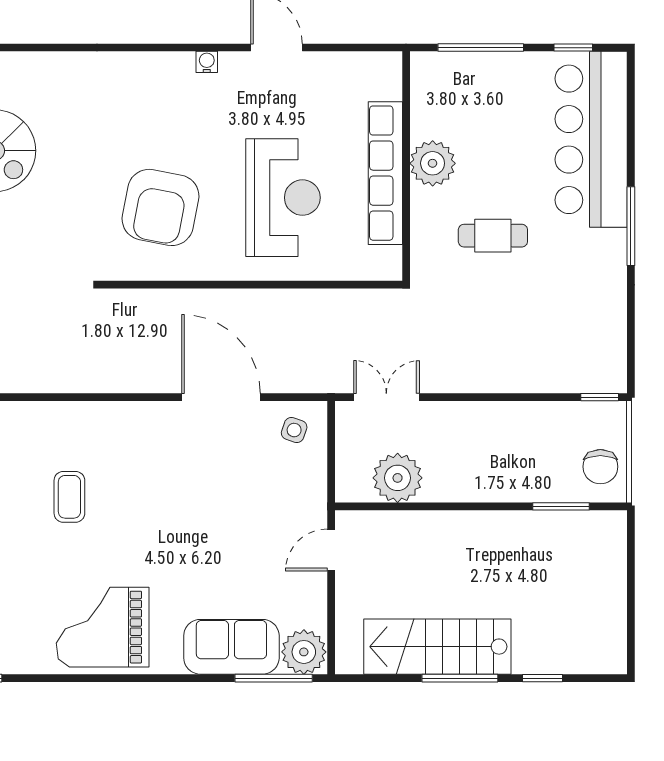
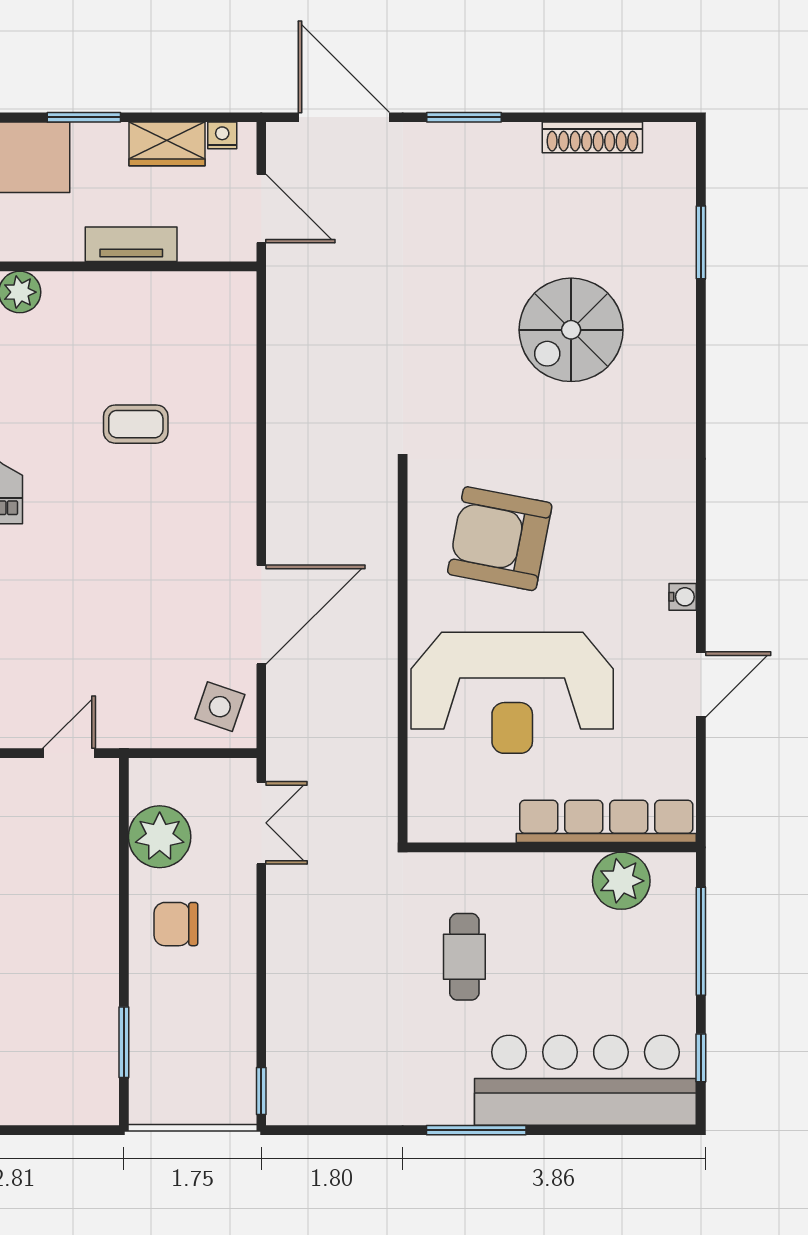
plant: (433, 163) -> (621, 881), moved
row of seats: (385, 173) -> (606, 821), moved
reception desk: (283, 198) -> (512, 693), width x1.36, depth x1.30
side table: (294, 430) -> (220, 707), width x1.37, depth x1.37
chair: (600, 467) -> (176, 924), moved
door: (331, 550) -> (69, 753), hinge flipped

